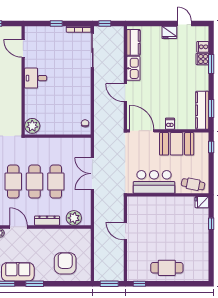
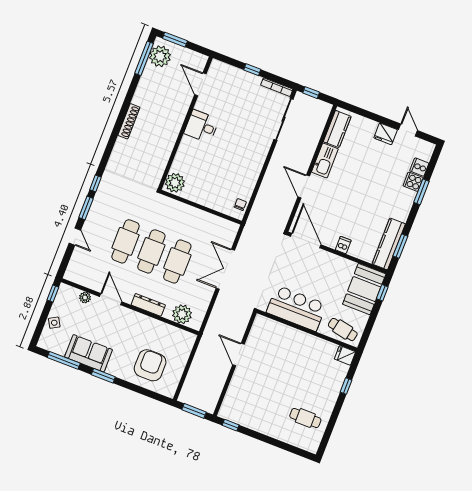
booth: (177, 144) -> (364, 289), moved, turned 90
cafe table: (167, 268) -> (305, 418), moved, width x0.73, depth x0.74

